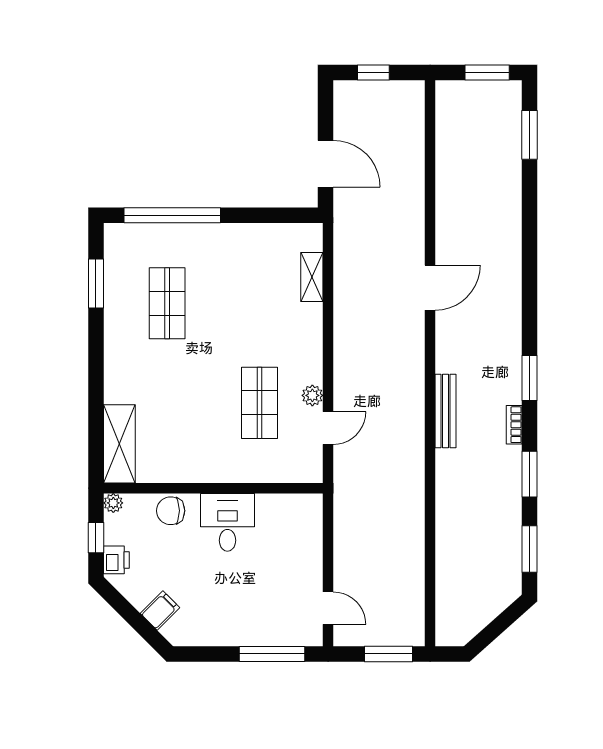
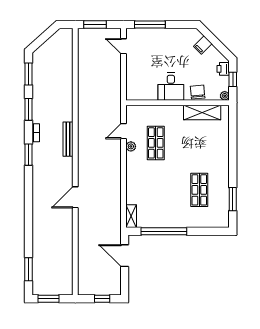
window: (172, 215) -> (164, 231), moved
shelving: (312, 277) -> (131, 216), moved
shelving: (119, 444) -> (202, 113), moved, turned 90
chair: (171, 511) -> (198, 92), turned -95

